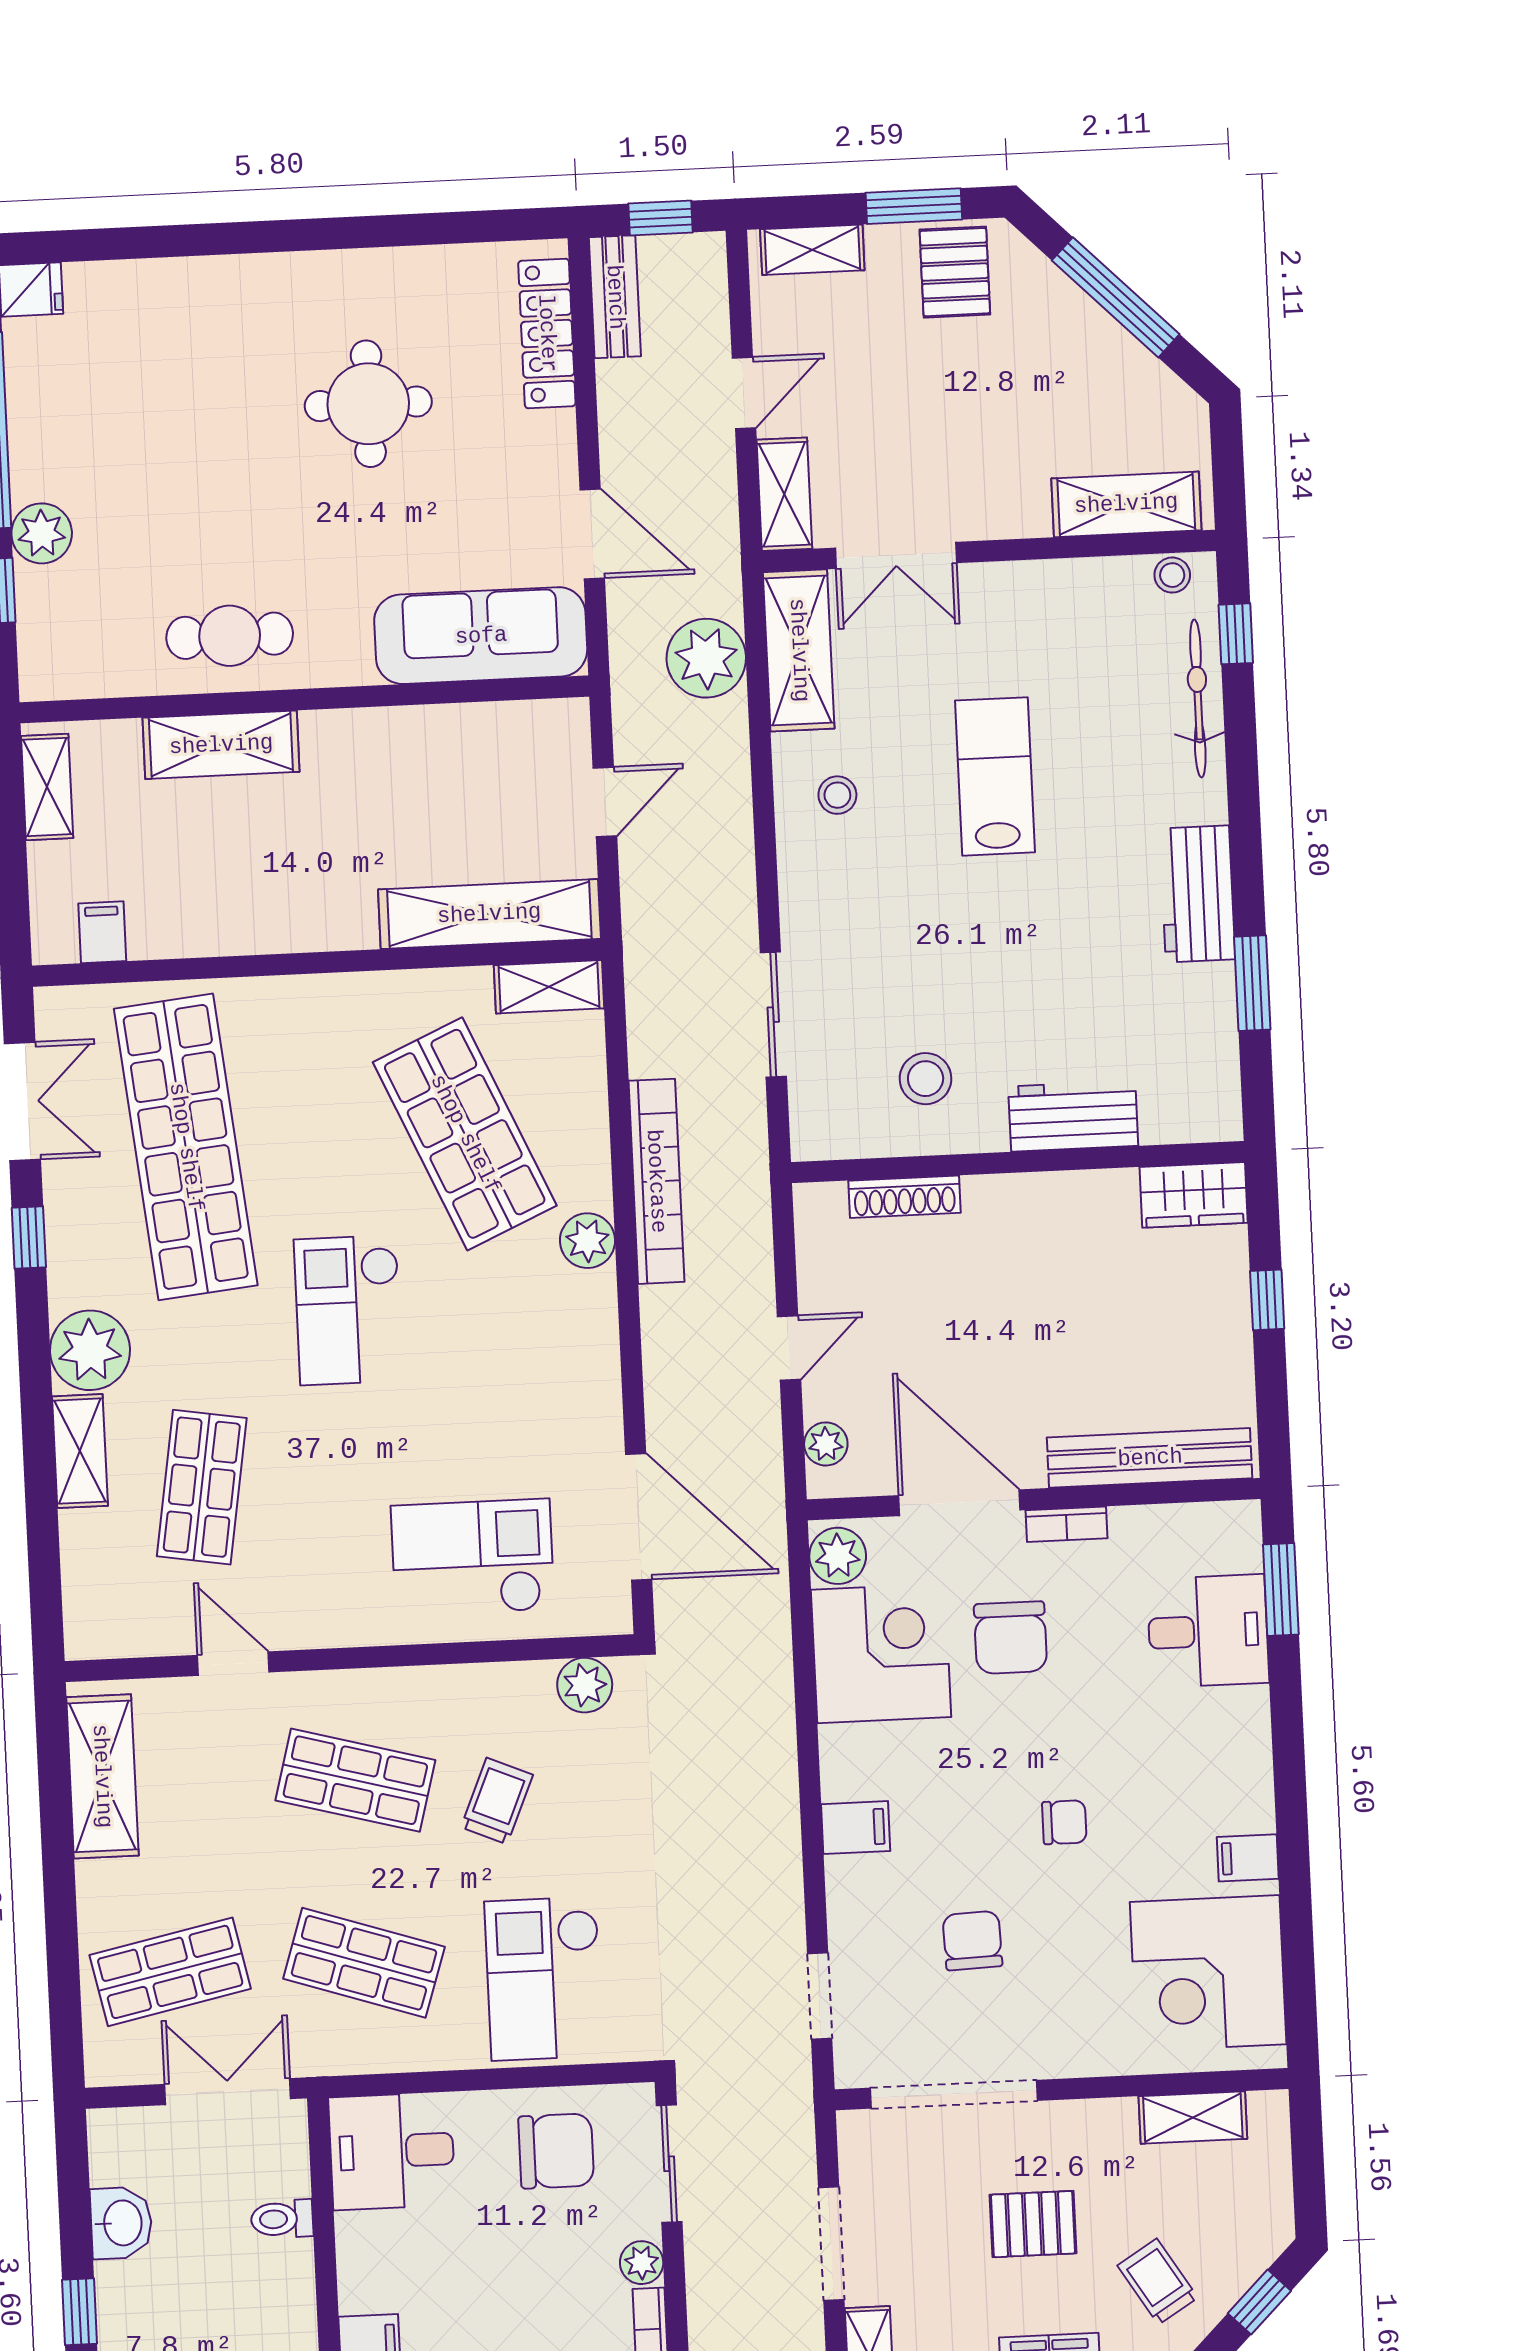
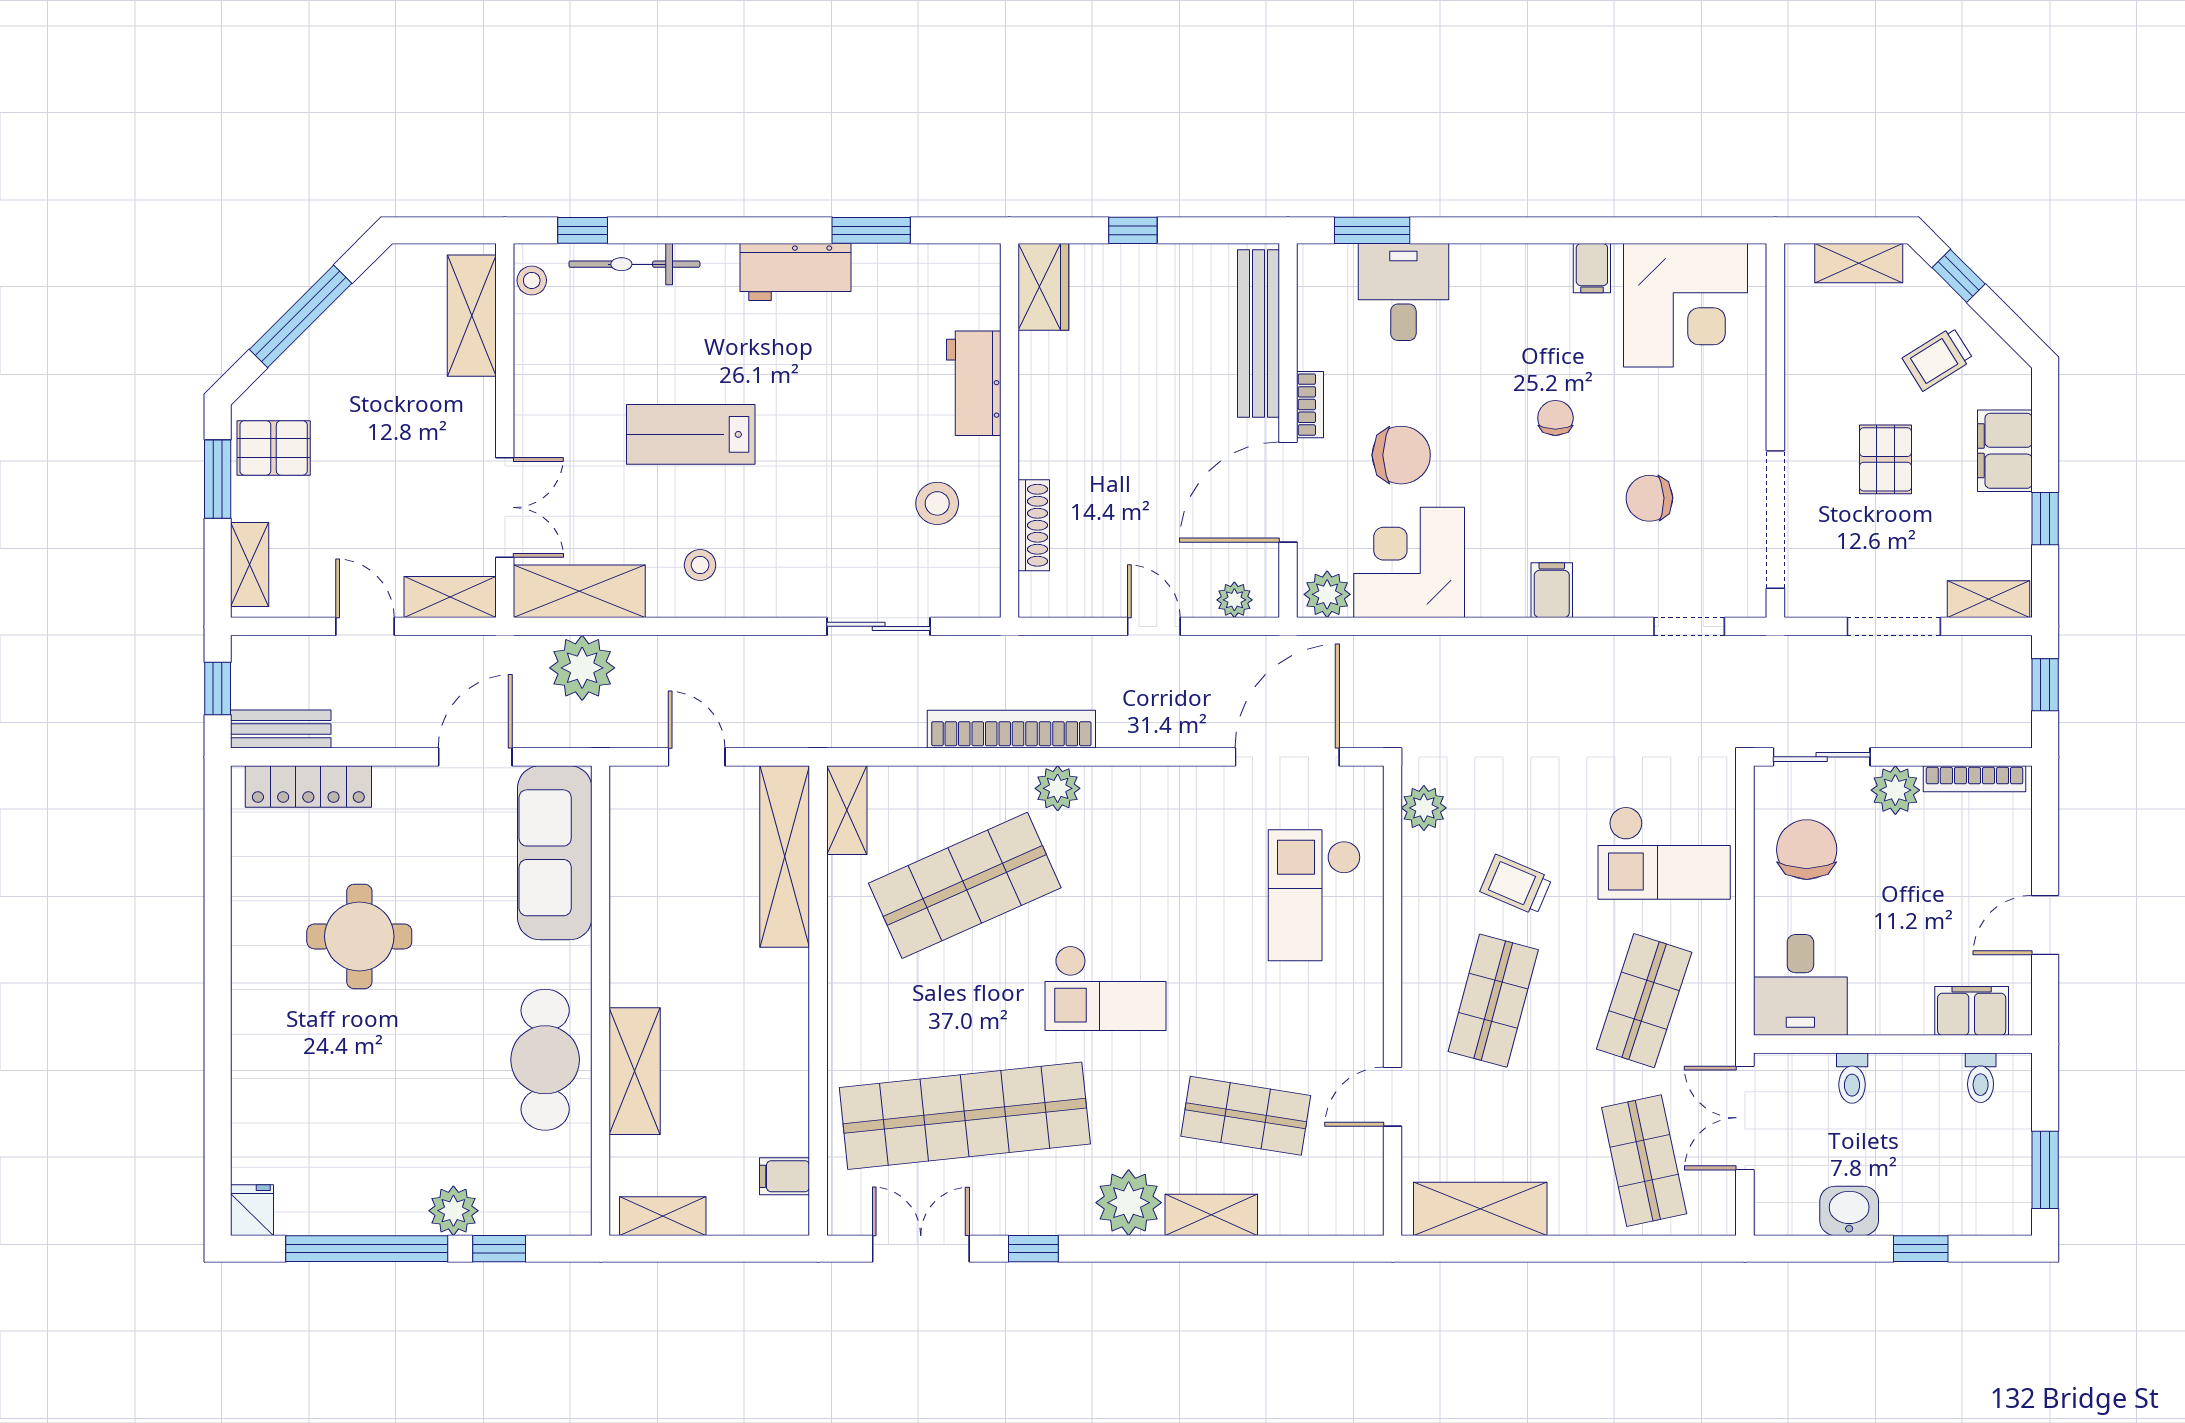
cafe table: (230, 636) -> (545, 1060), width x1.37, depth x1.35
shelving: (1193, 2117) -> (1859, 263), moved, turned 90
plant: (642, 2263) -> (1895, 790), width x1.38, depth x1.38

